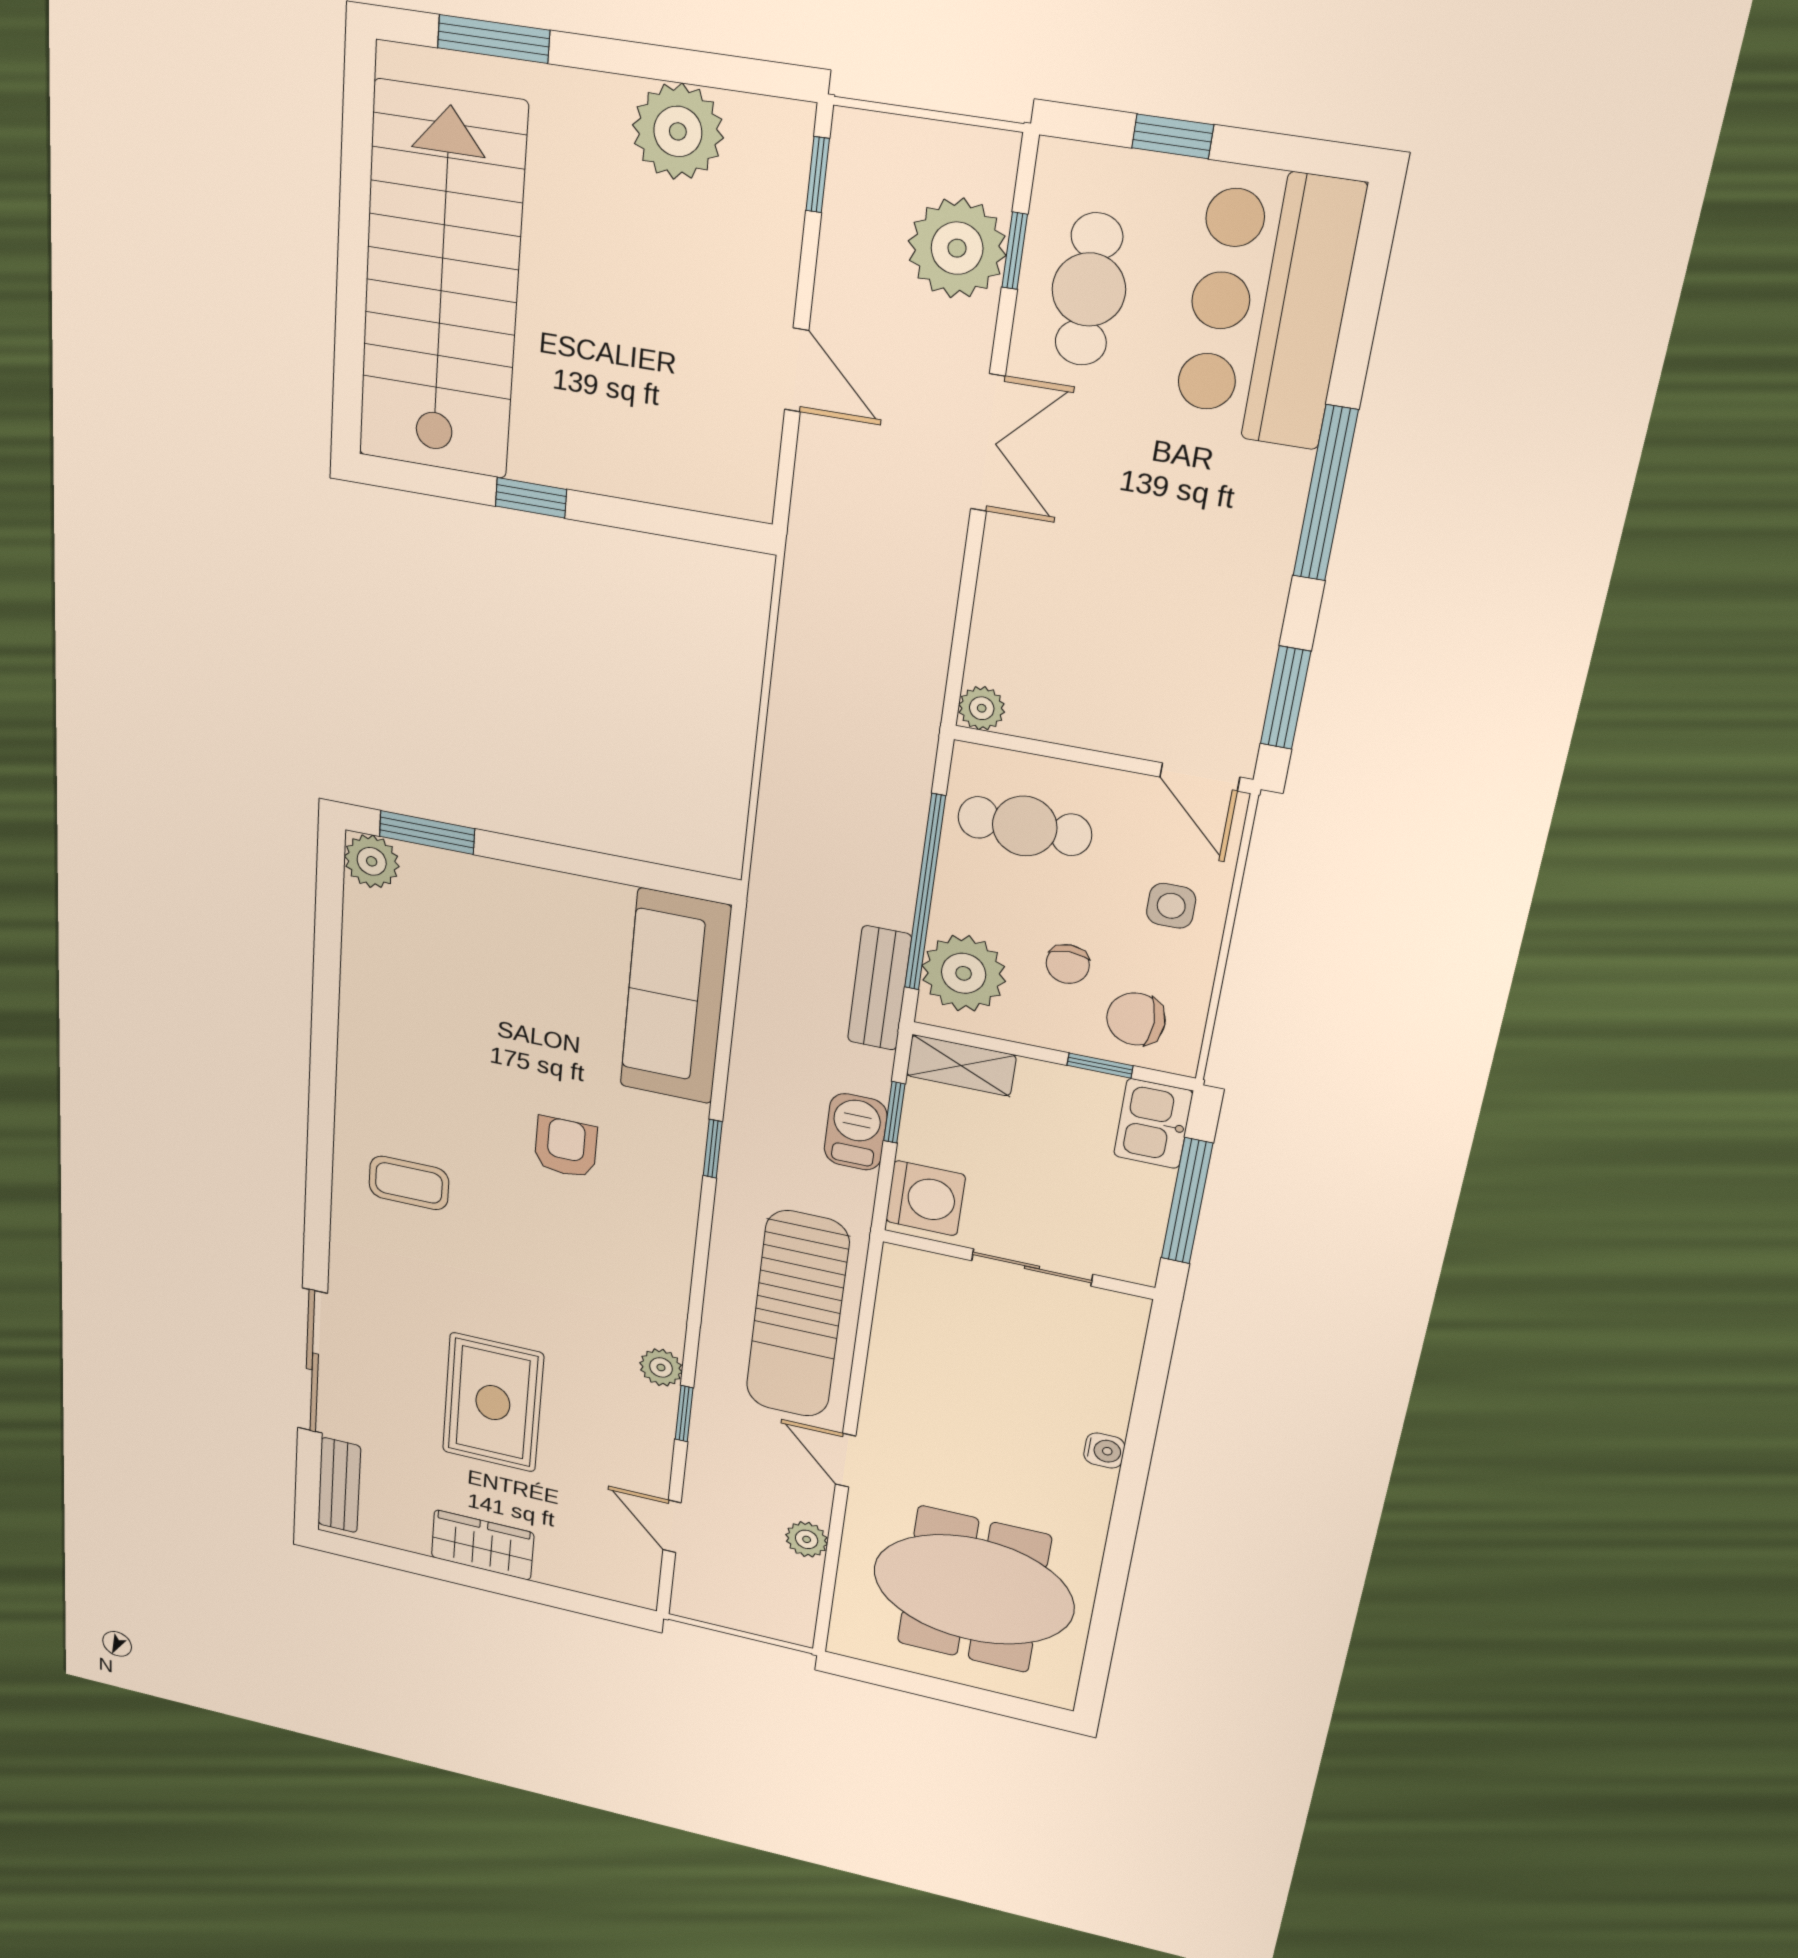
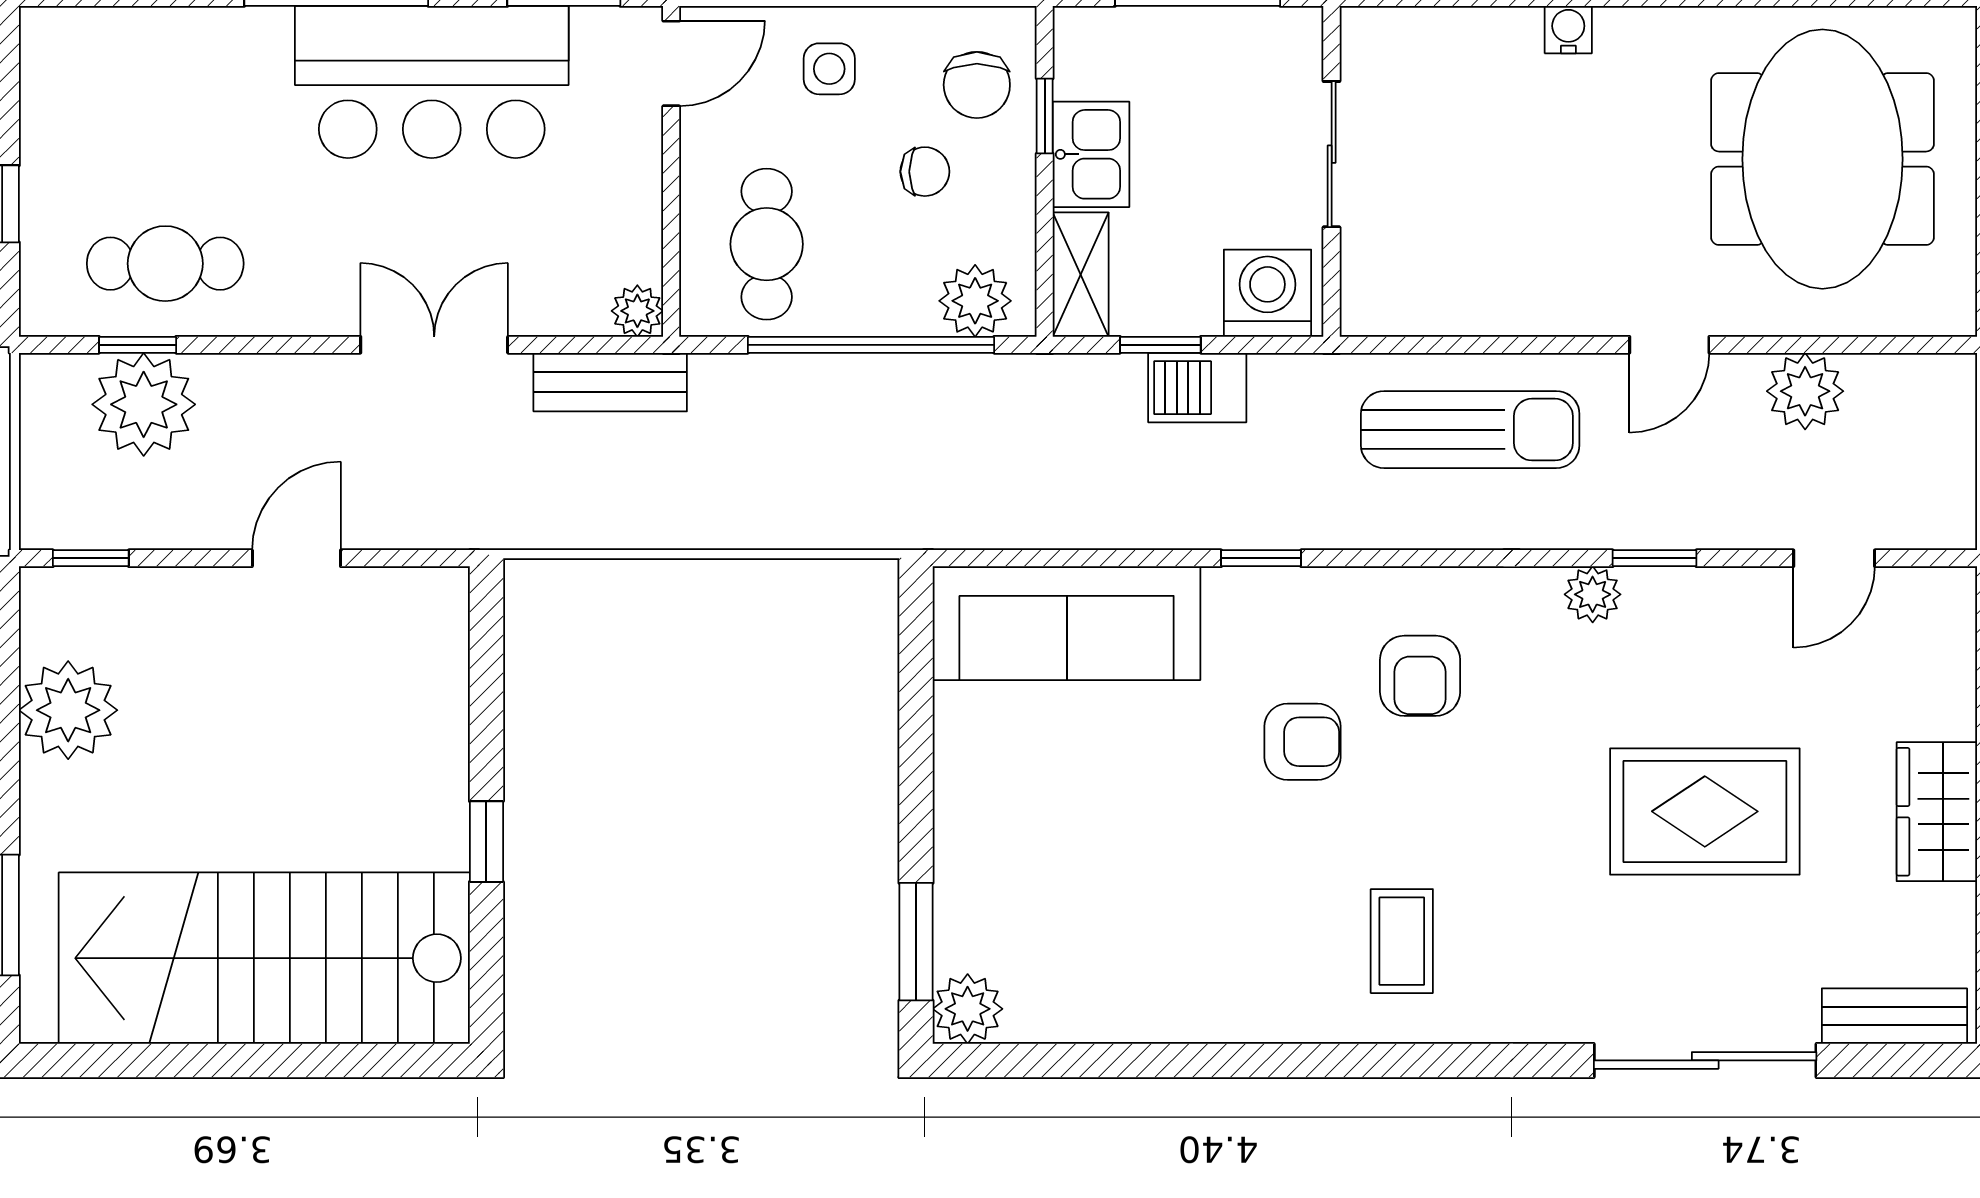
bar counter: (1267, 307) -> (432, 82), moved
double door: (988, 443) -> (434, 345), moved
plant: (964, 973) -> (975, 301), width x0.73, depth x0.73
bench: (879, 988) -> (610, 382), moved
kitchen sink: (1153, 1124) -> (1091, 154), moved, turned -90
armchair: (566, 1147) -> (1302, 742), turned 180
armchair: (610, 1239) -> (1420, 676), added
sun lounger: (797, 1315) -> (1470, 430), width x0.73, depth x0.75
plant: (807, 1539) -> (1805, 391), width x1.38, depth x1.38

